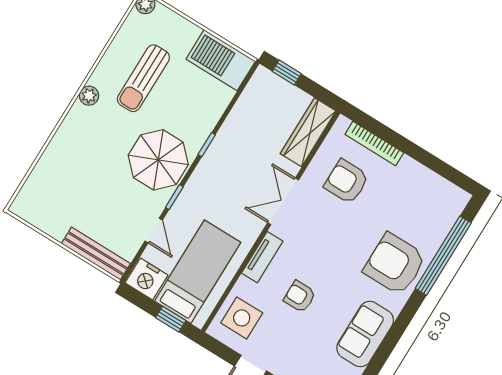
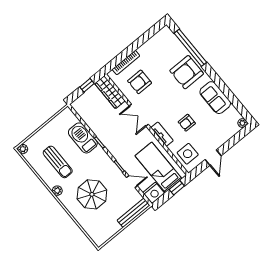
barbecue: (221, 60) -> (83, 138), moved, turned 90
window: (287, 72) -> (87, 85), moved
parasol: (158, 160) -> (92, 194), moved

